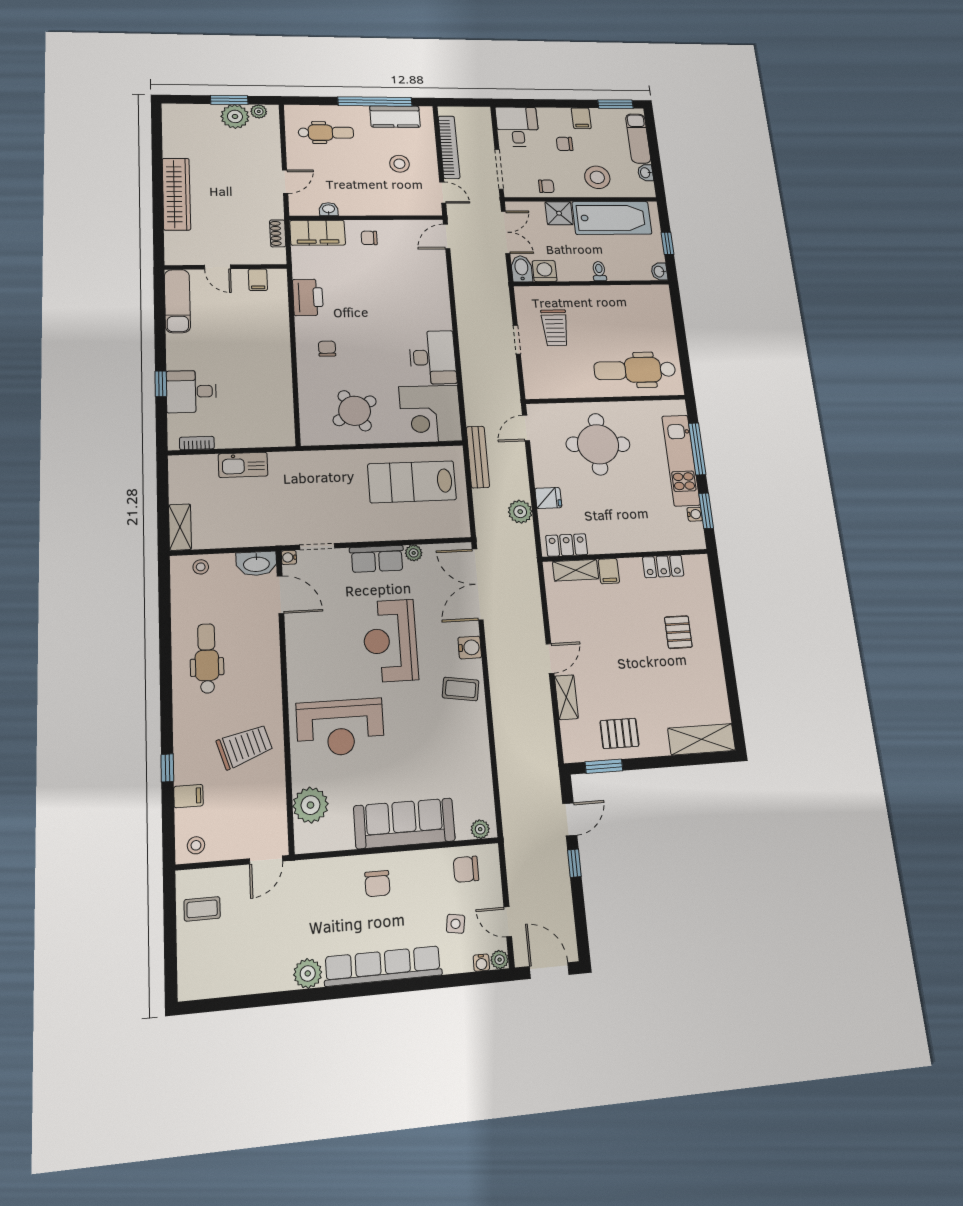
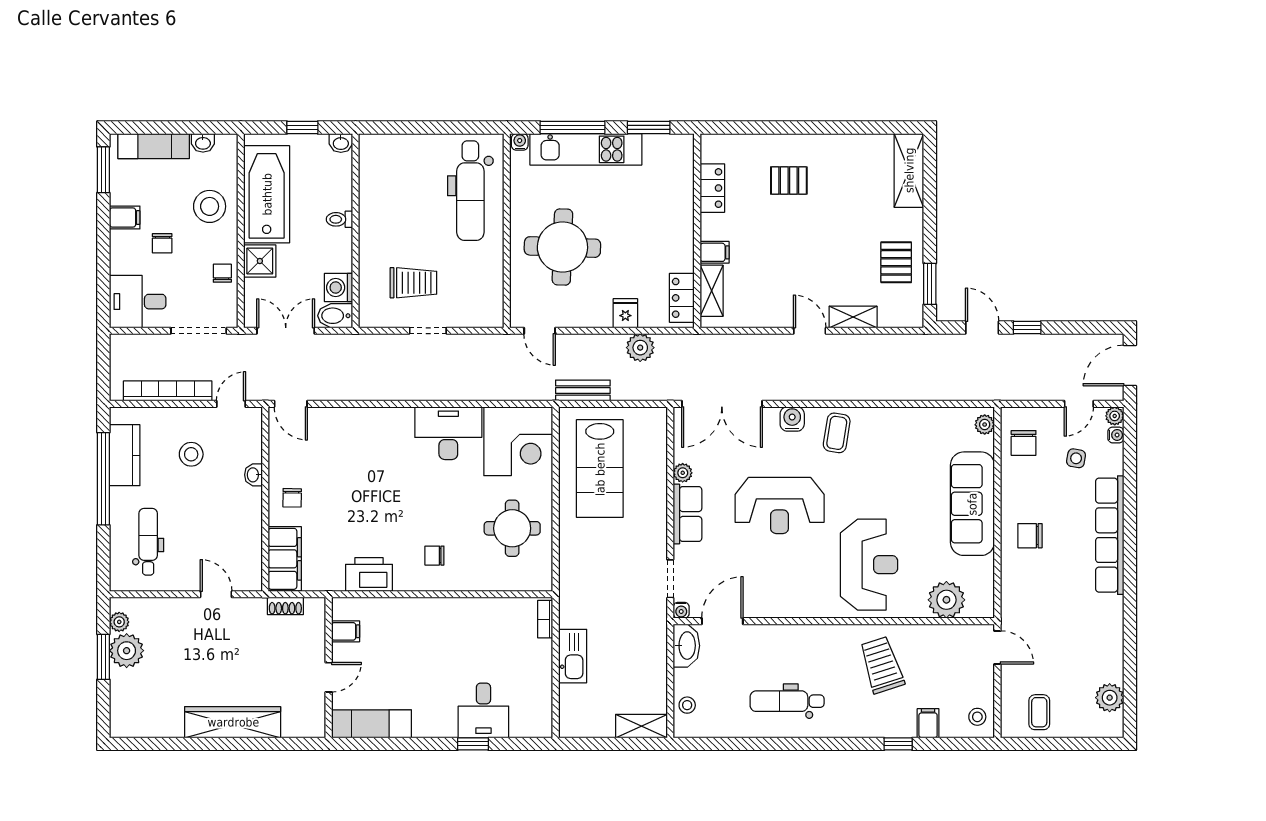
washbasin: (329, 209) -> (253, 475), moved
round table: (355, 411) -> (512, 528), turned 31
bookcase: (197, 443) -> (545, 619), moved
bench: (478, 457) -> (583, 391), width x0.73
water cooler: (695, 514) -> (520, 142), moved
chair: (377, 884) -> (1030, 536), turned 180
plant: (308, 973) -> (1110, 698), moved

